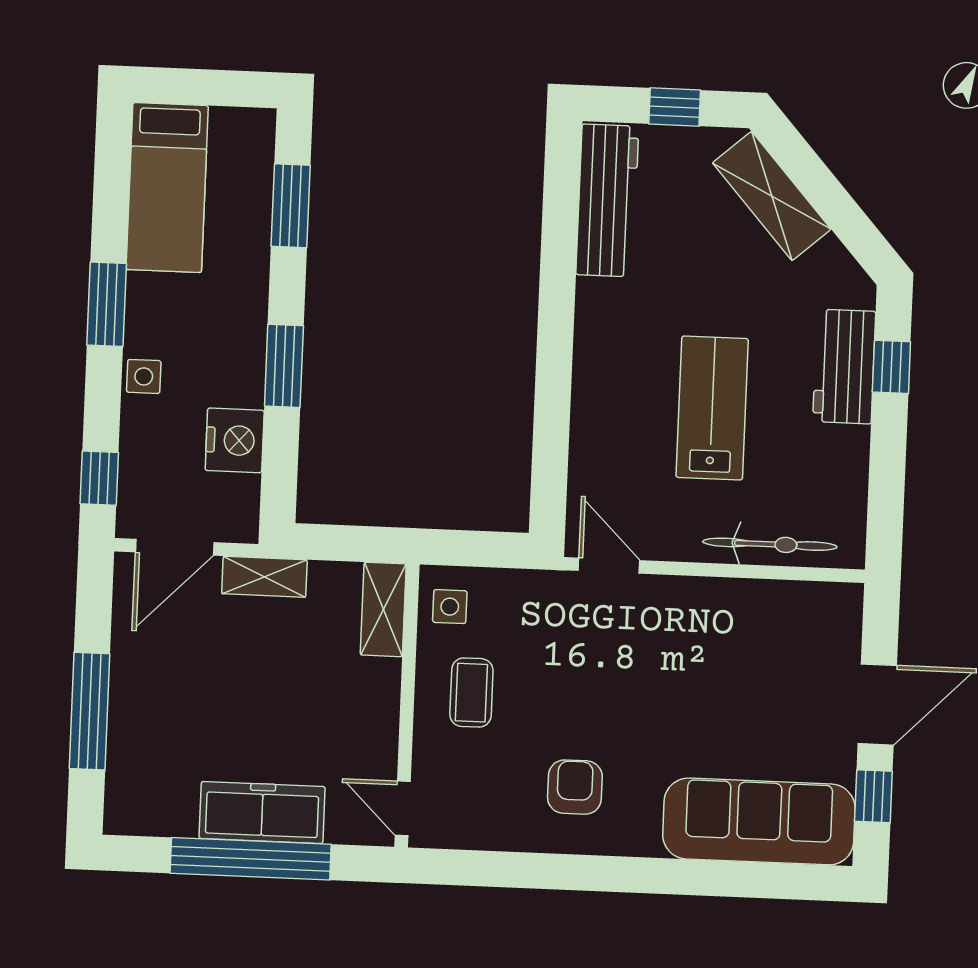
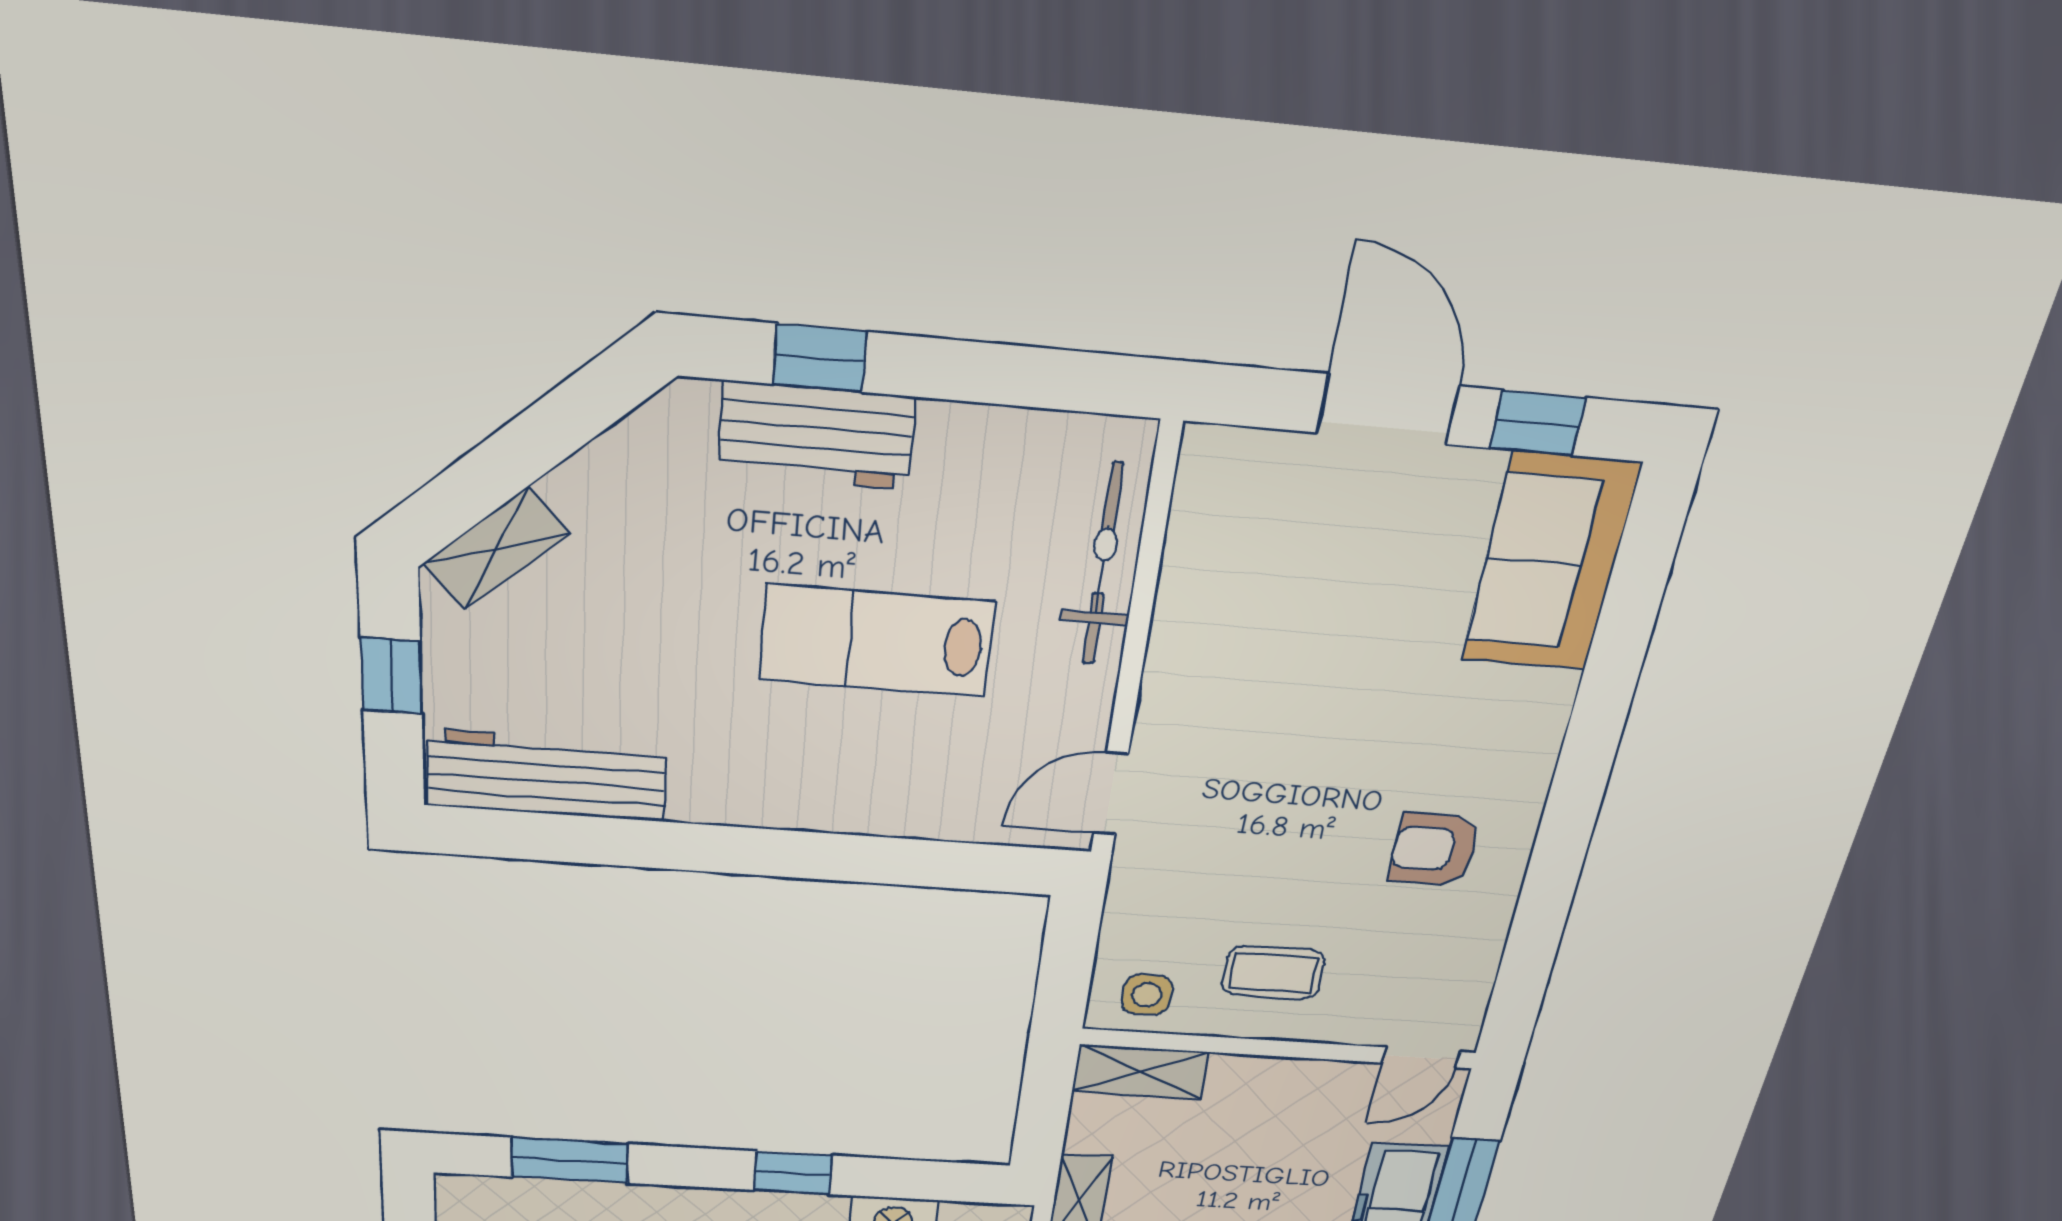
shelving: (772, 196) -> (496, 549), width x0.67, depth x0.75
window: (284, 366) -> (793, 1173), width x0.67
sofa: (759, 821) -> (1550, 563), width x0.73

